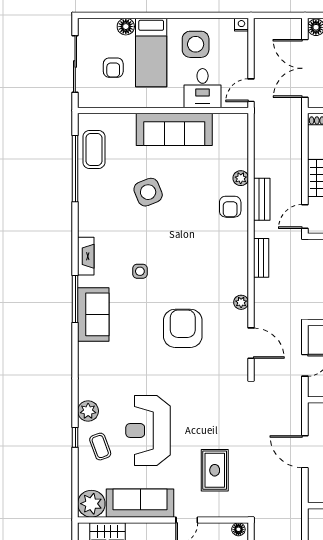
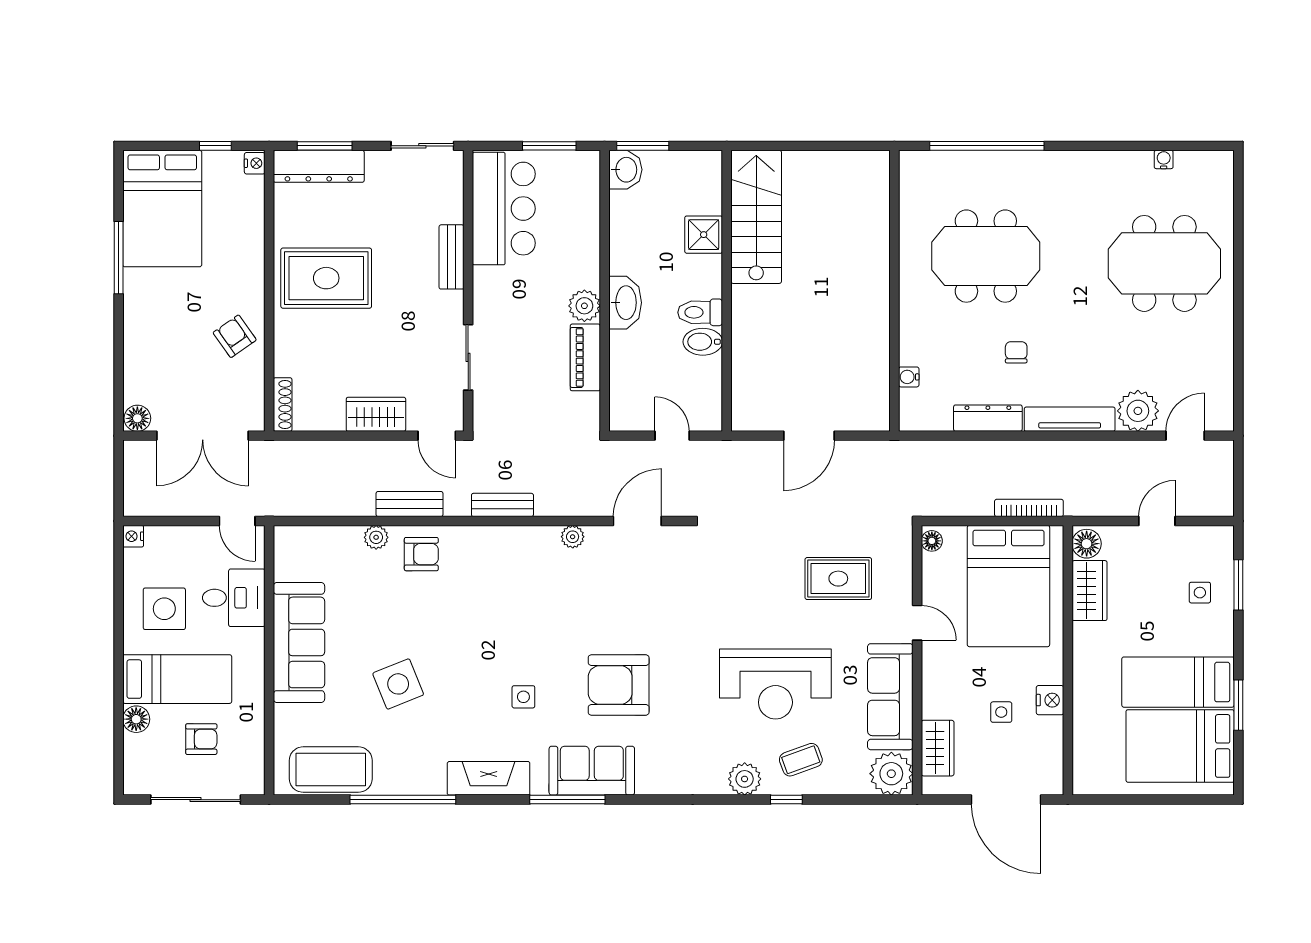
coffee table: (94, 149) -> (331, 770), width x1.36, depth x1.32
window: (75, 169) -> (403, 800), moved
fireplace: (86, 256) -> (489, 778), width x1.37, depth x1.32
armchair: (183, 328) -> (619, 685), moved

